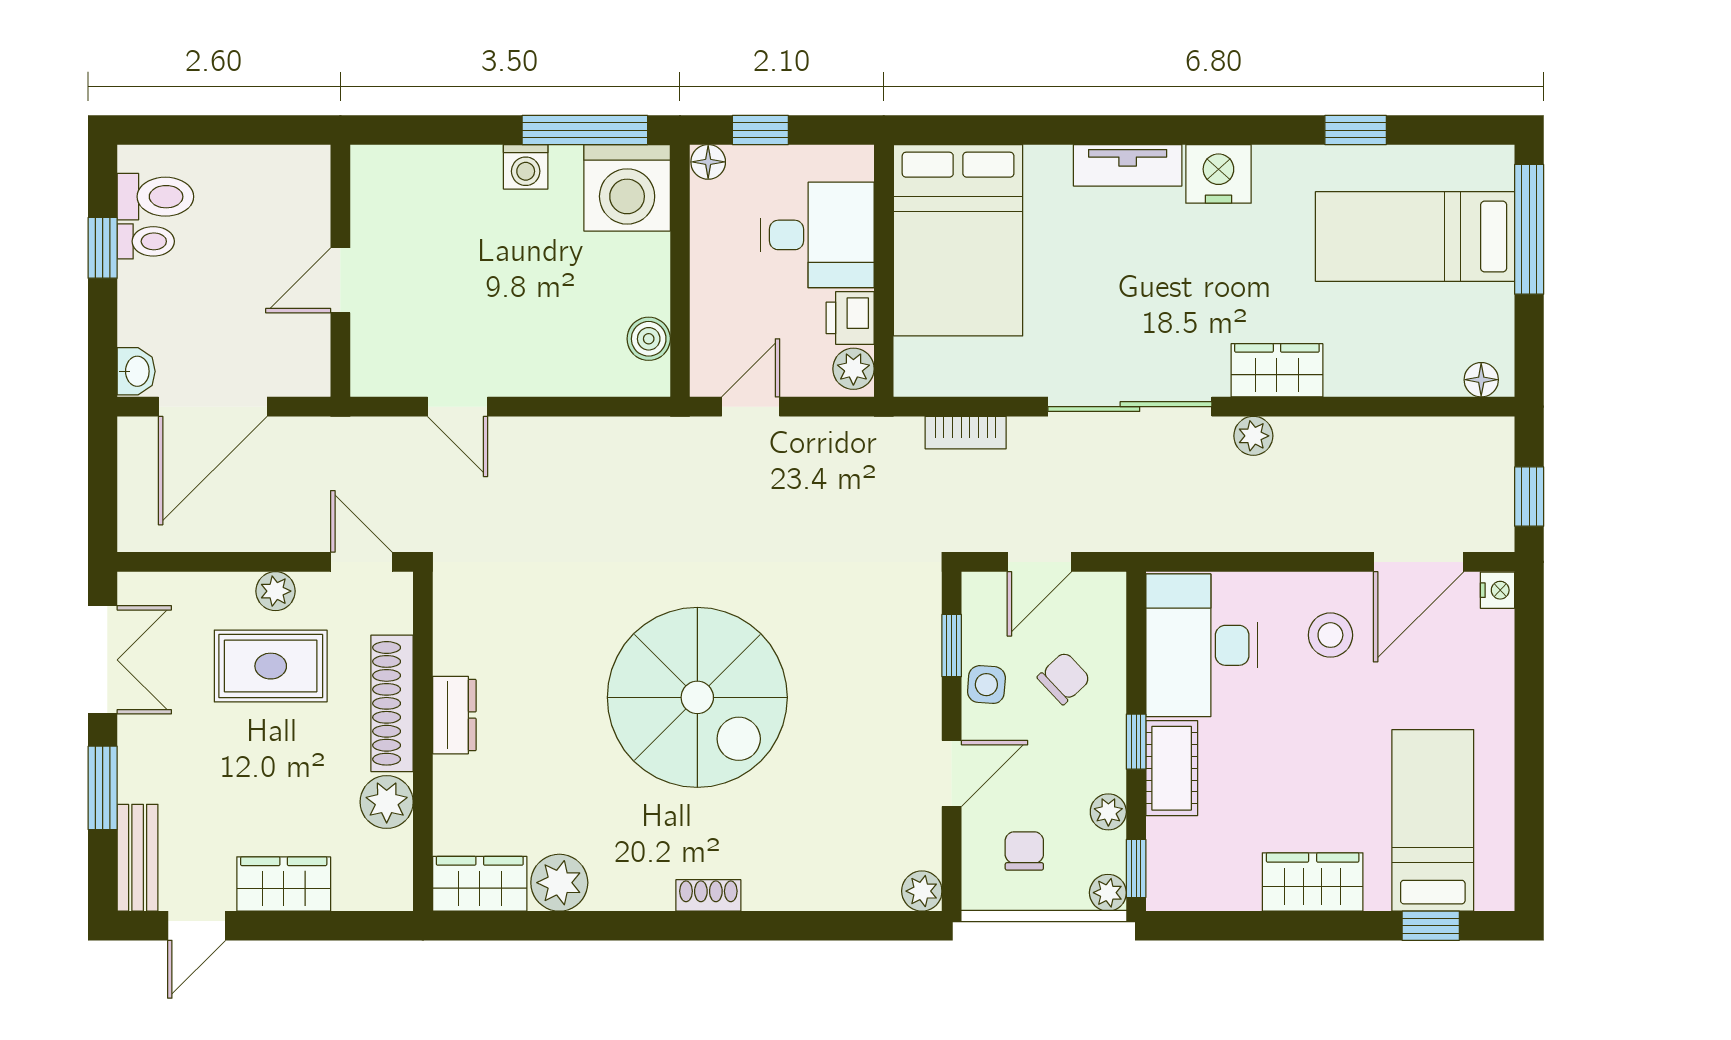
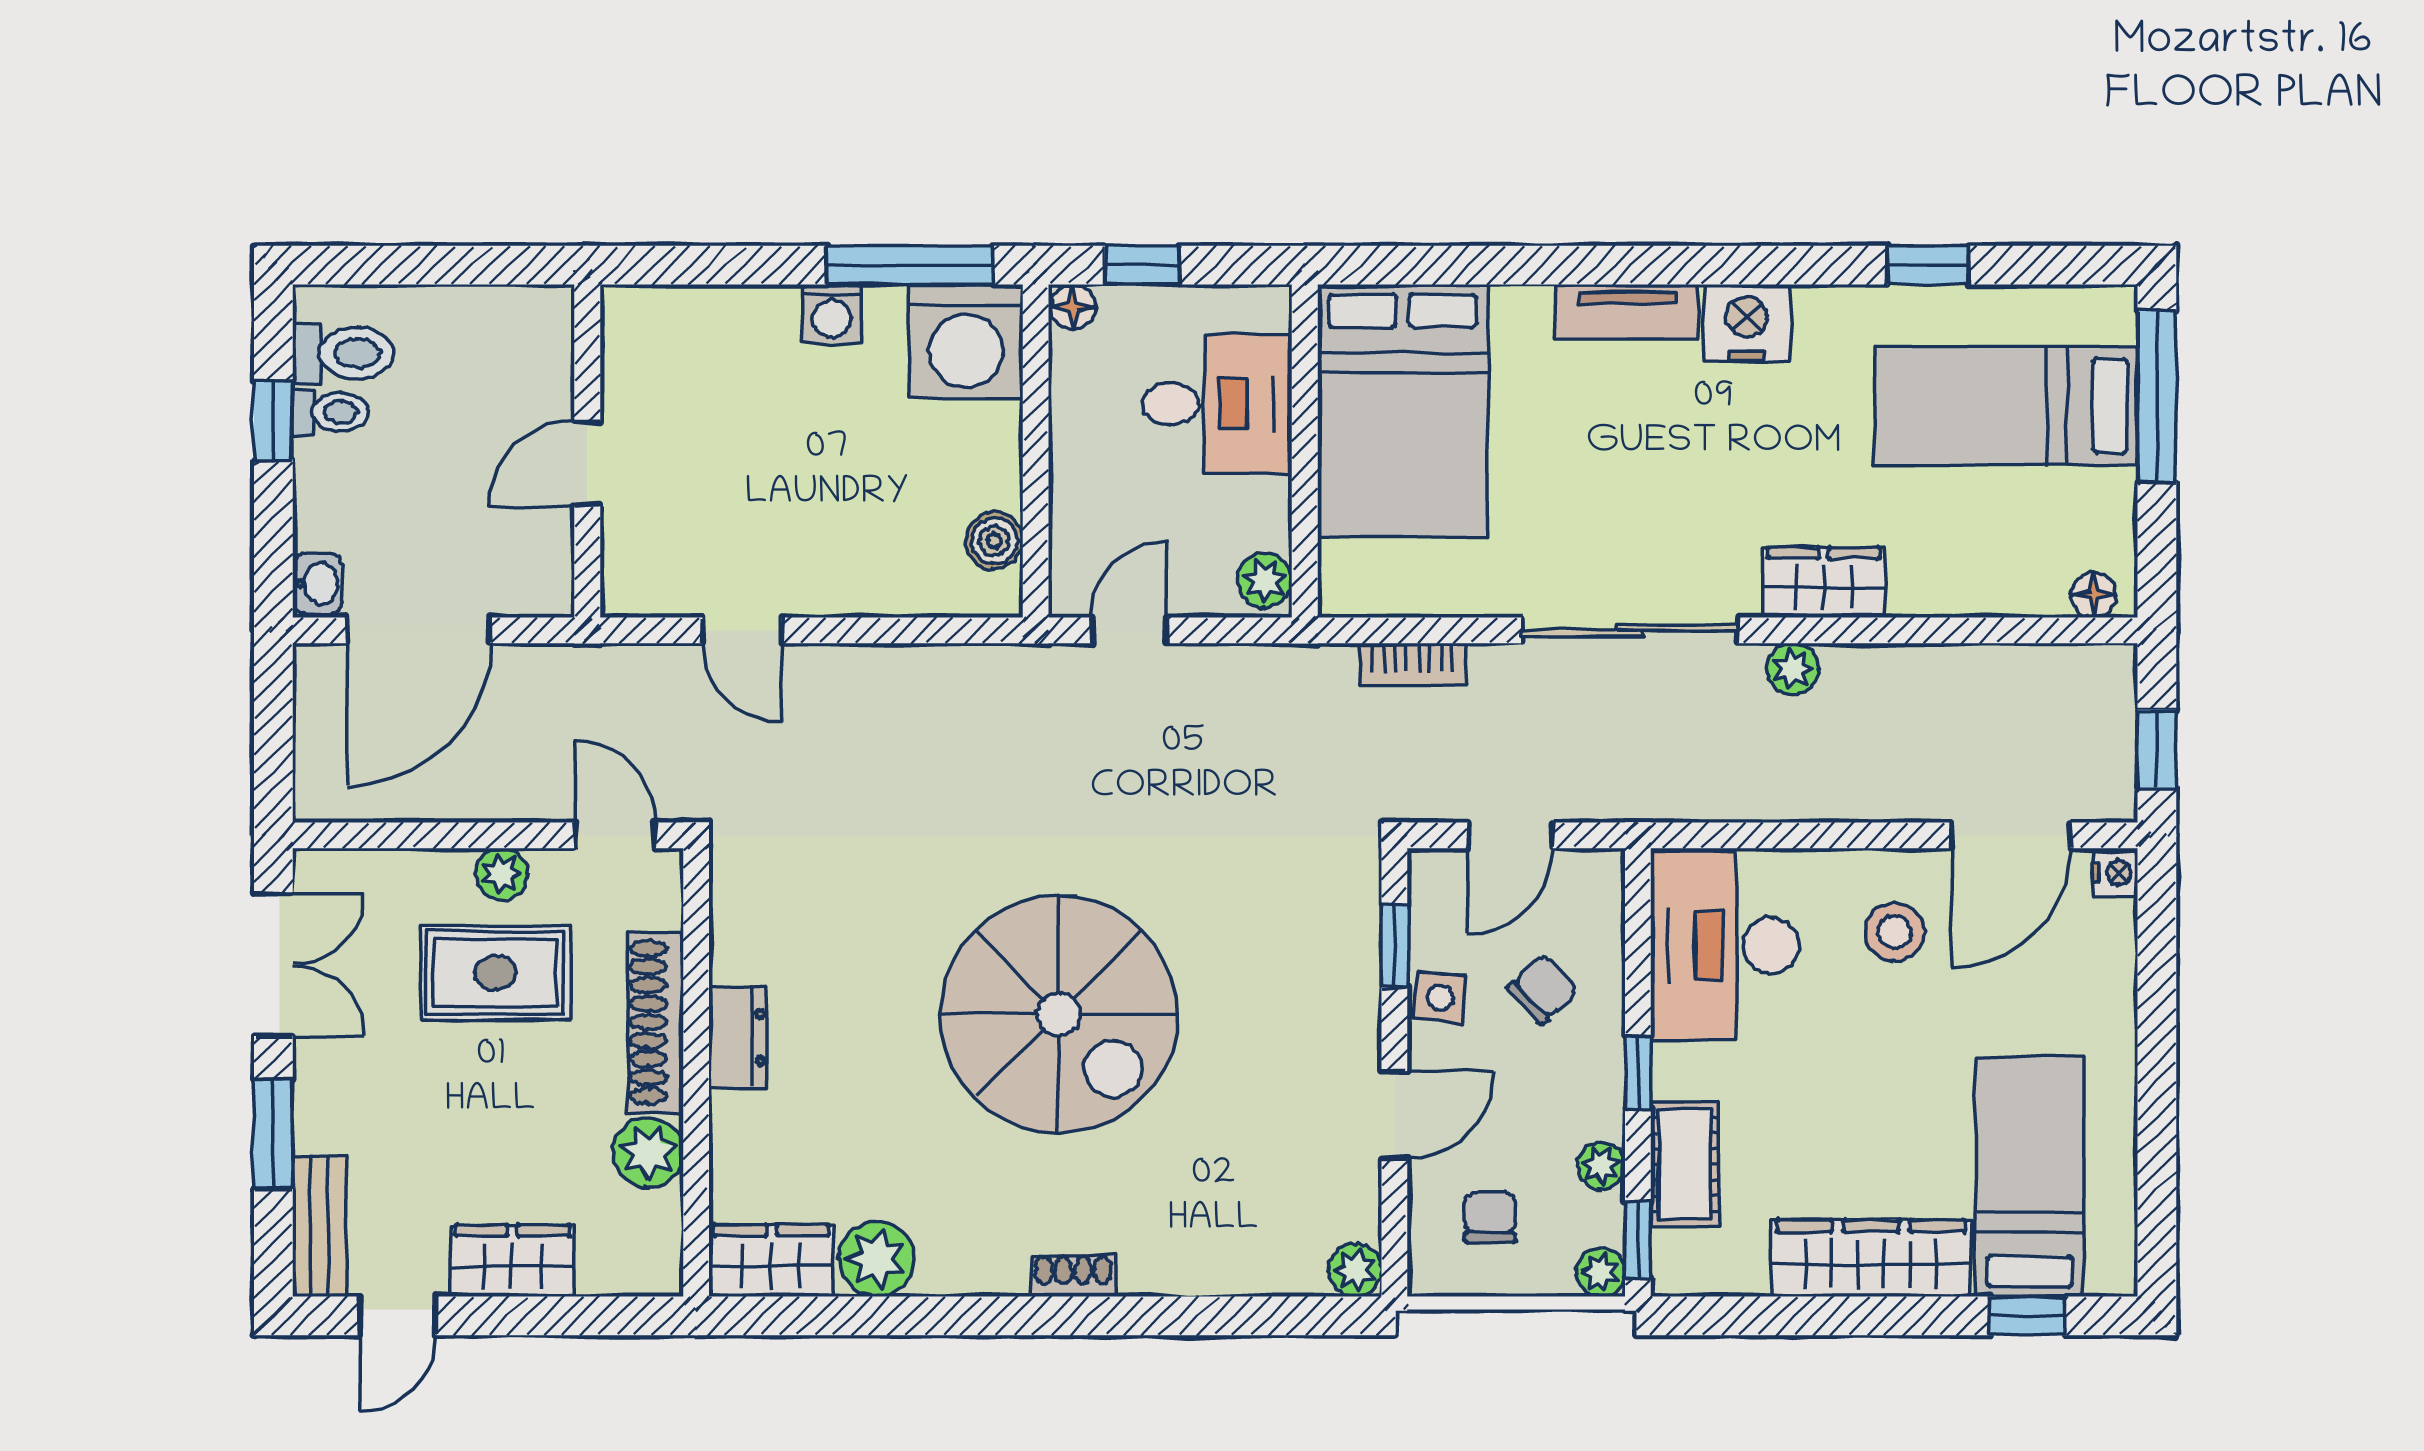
printer: (850, 318) -> (1260, 513), removed
cot: (1172, 768) -> (1685, 1164), moved
wardrobe: (1313, 882) -> (1871, 1258), width x1.50

